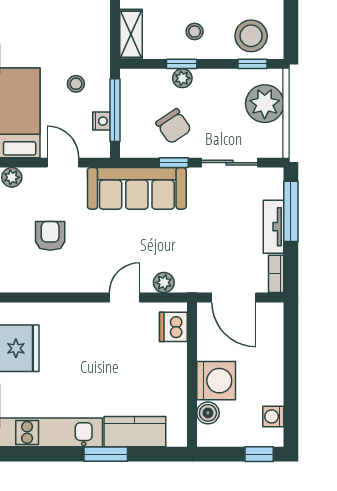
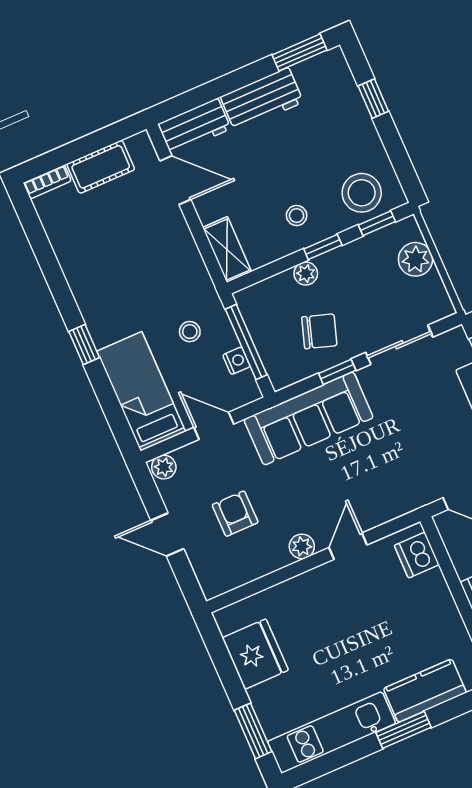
window: (182, 64) -> (323, 247), moved
plant: (265, 104) -> (415, 259), width x0.73, depth x0.73
chair: (174, 126) -> (319, 331), turned -38
plant: (164, 283) -> (302, 546), moved

